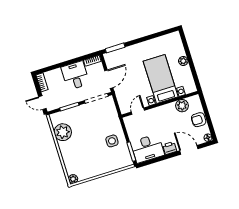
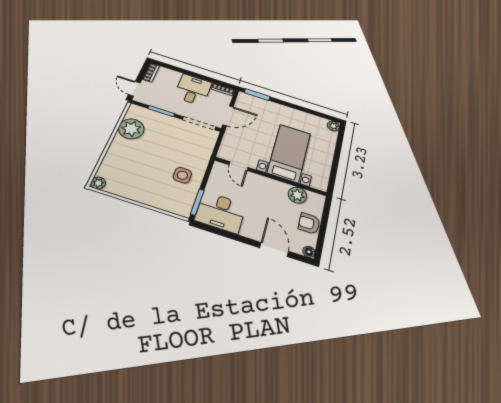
plant: (183, 61) -> (333, 126), moved
door: (138, 111) -> (239, 166), swing flipped
printer: (170, 148) -> (250, 231), removed

